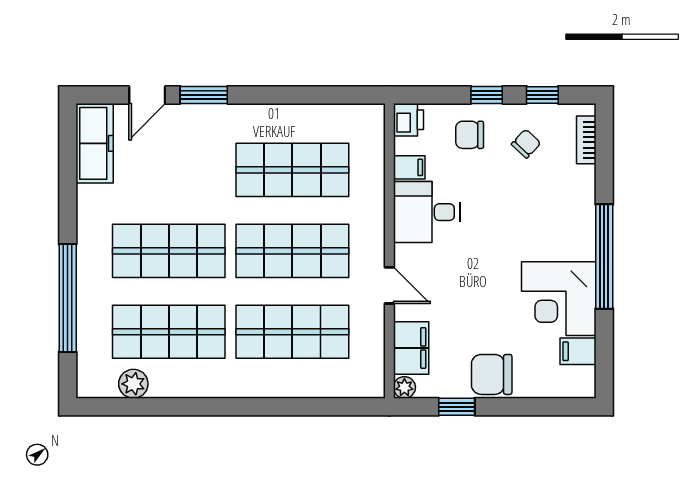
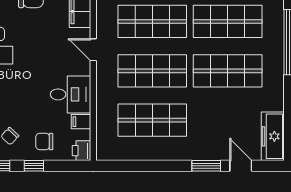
door: (147, 95) -> (241, 166), hinge flipped
chair: (470, 135) -> (44, 142), turned 180

